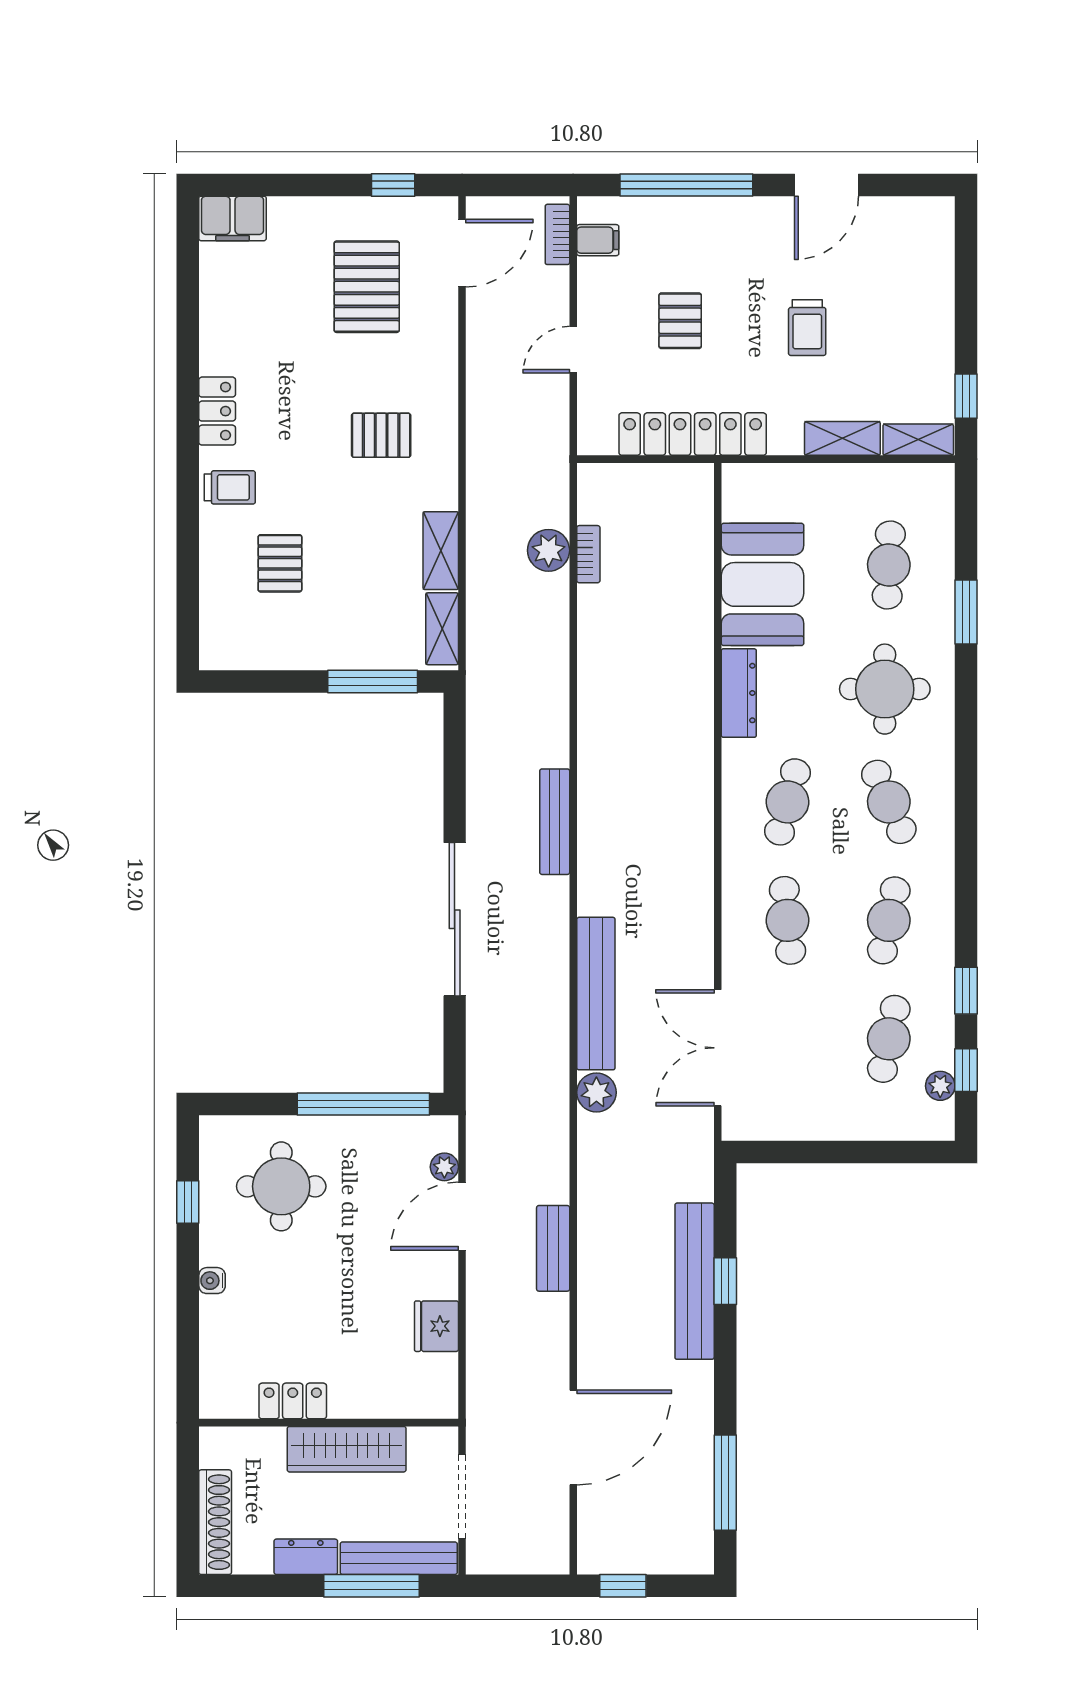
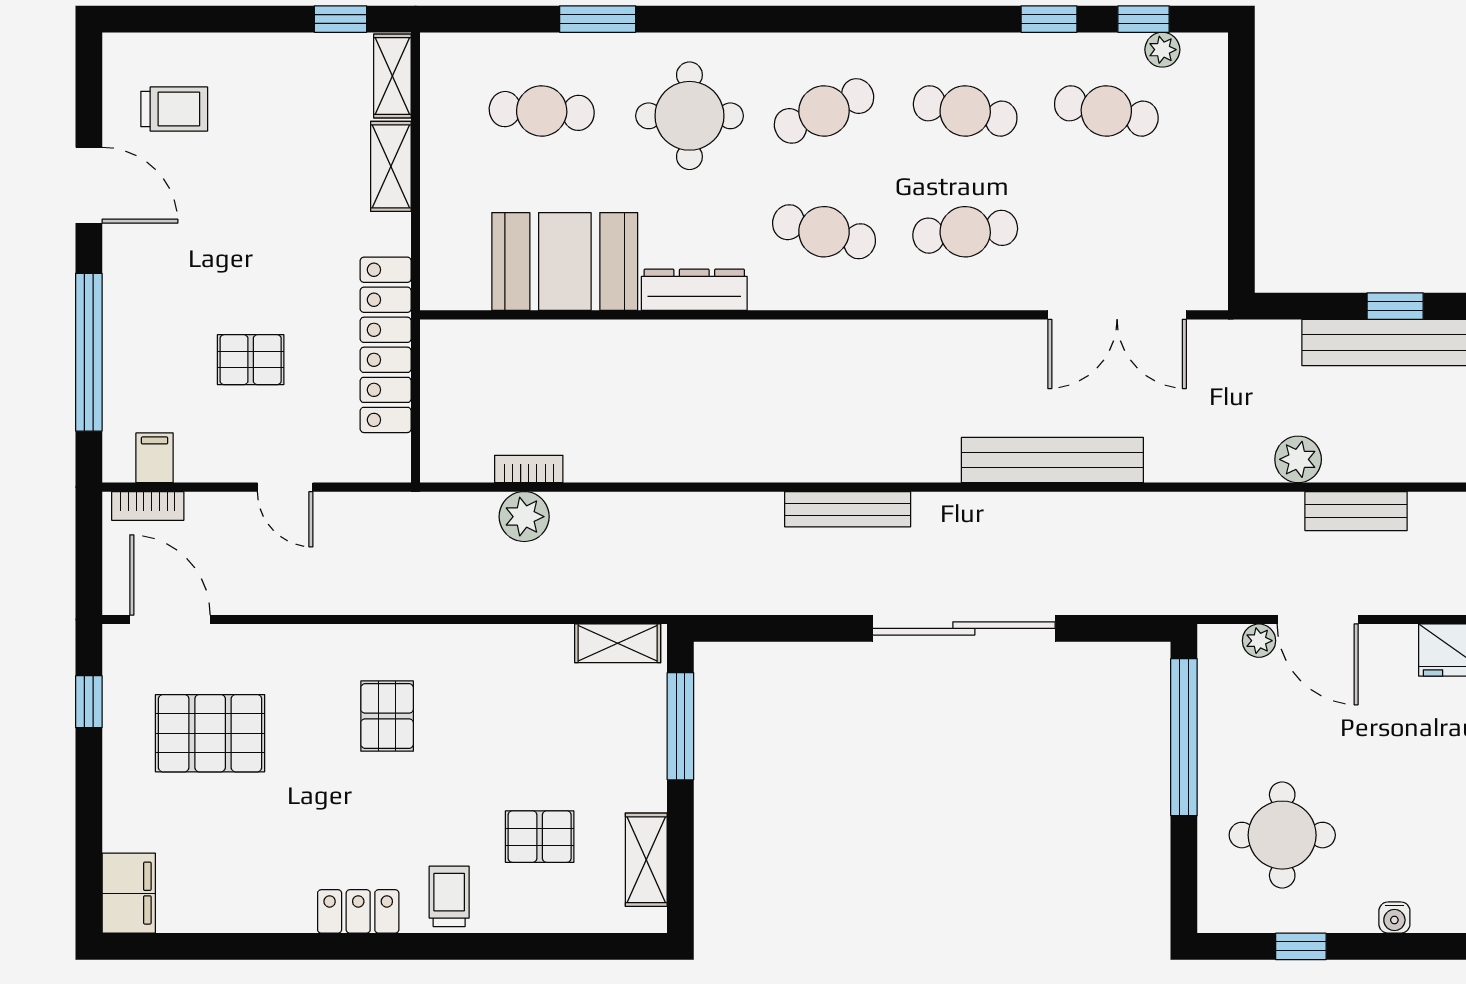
trolley: (807, 328) -> (174, 109), moved
shelving: (441, 551) -> (646, 860), moved, turned 90
plant: (596, 1092) -> (1298, 459), moved

